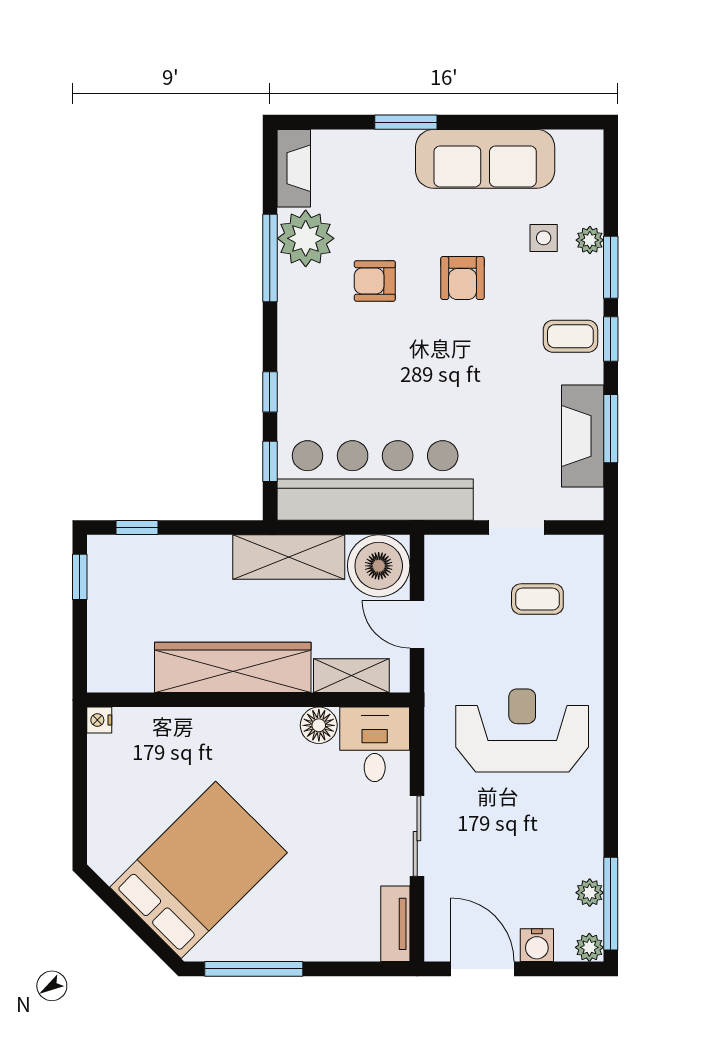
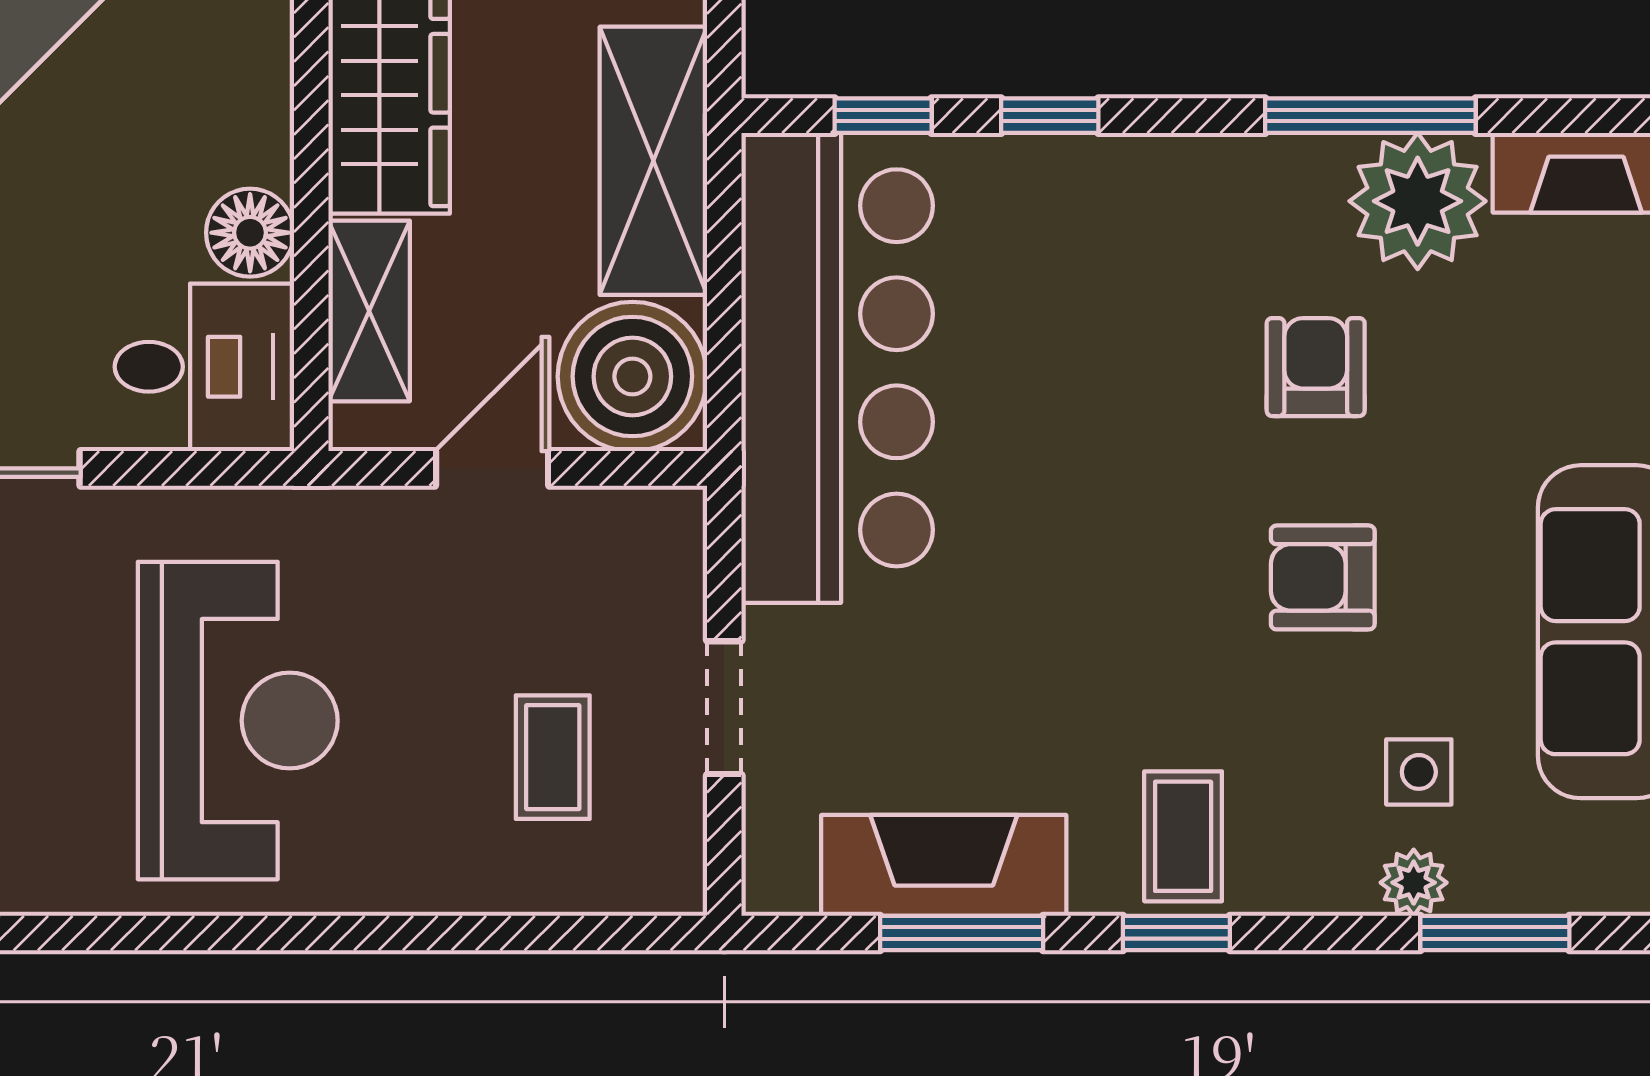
window: (611, 267) -> (1495, 933), moved

